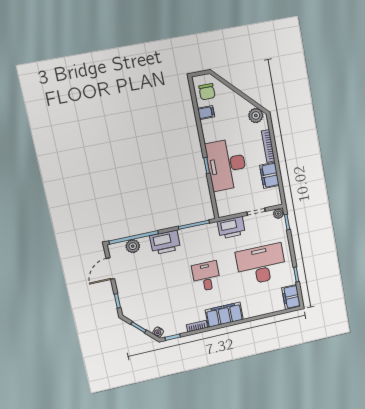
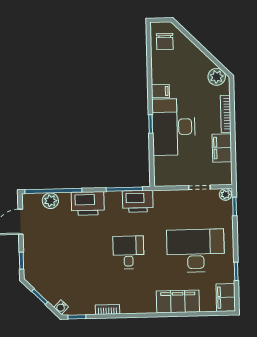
filing cabinet: (206, 113) -> (160, 91), moved
printer: (231, 228) -> (138, 201), moved
filing cabinet: (224, 315) -> (178, 302), moved

